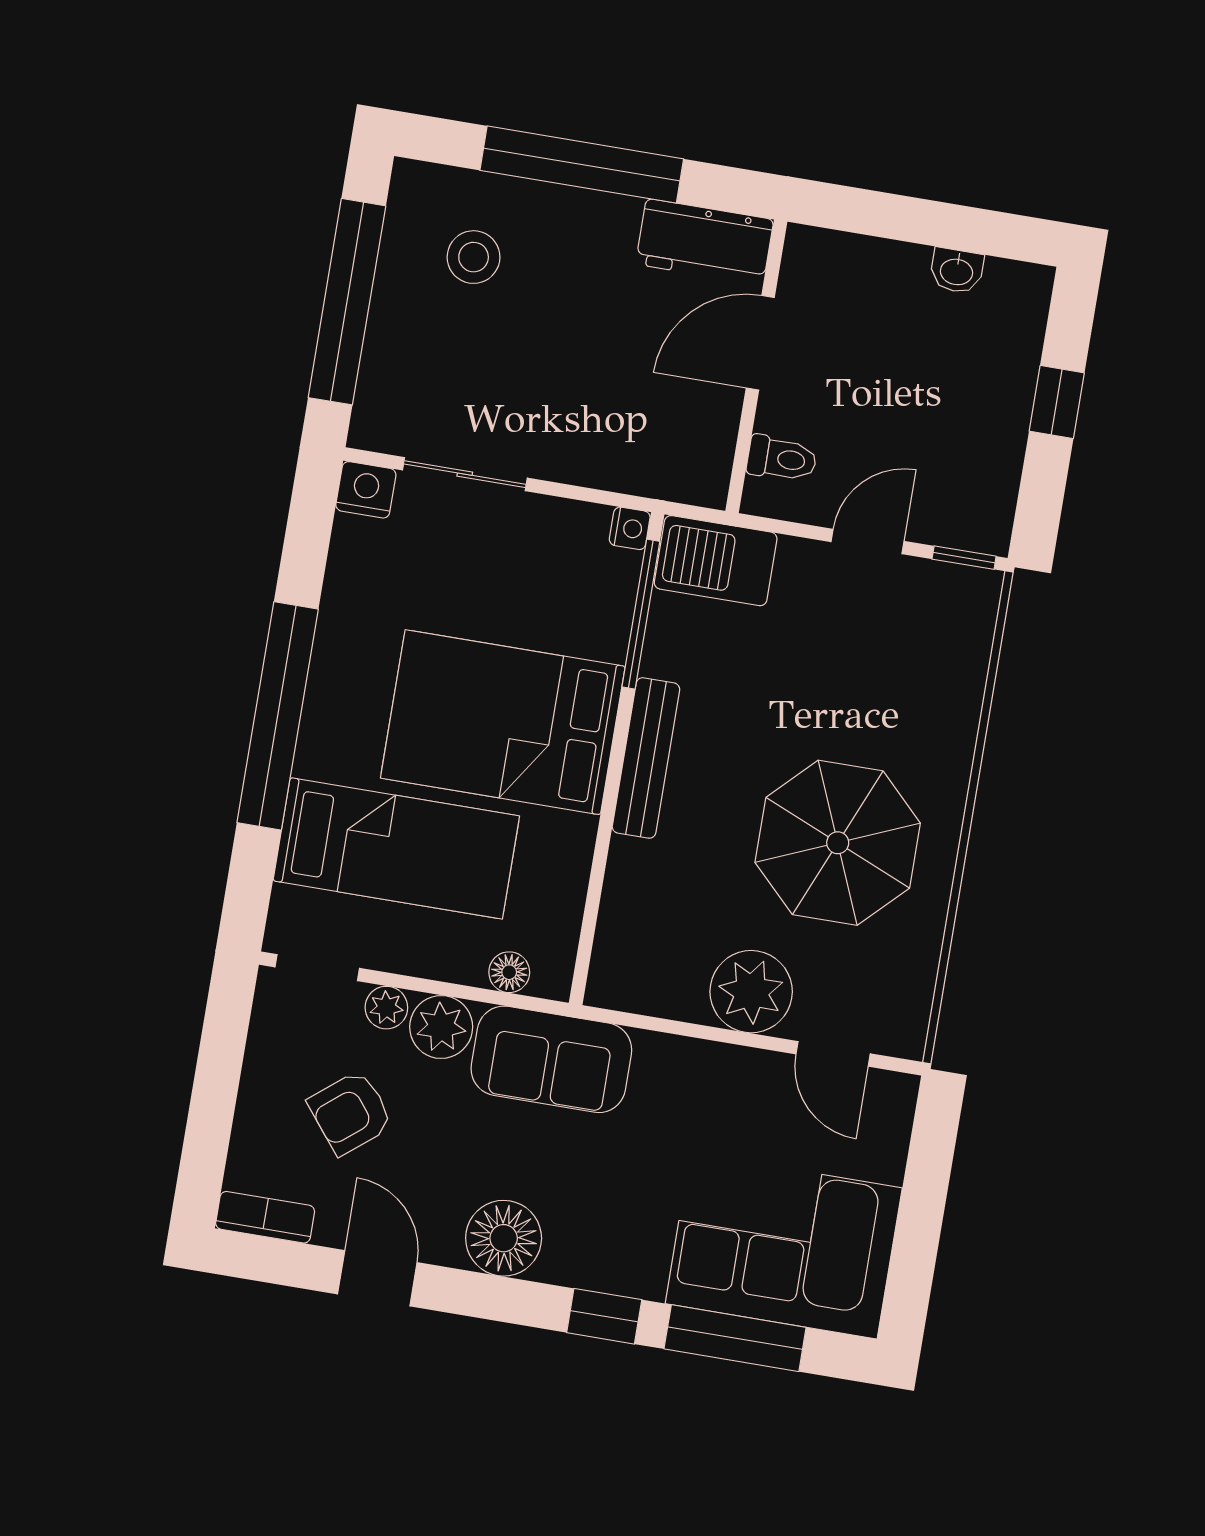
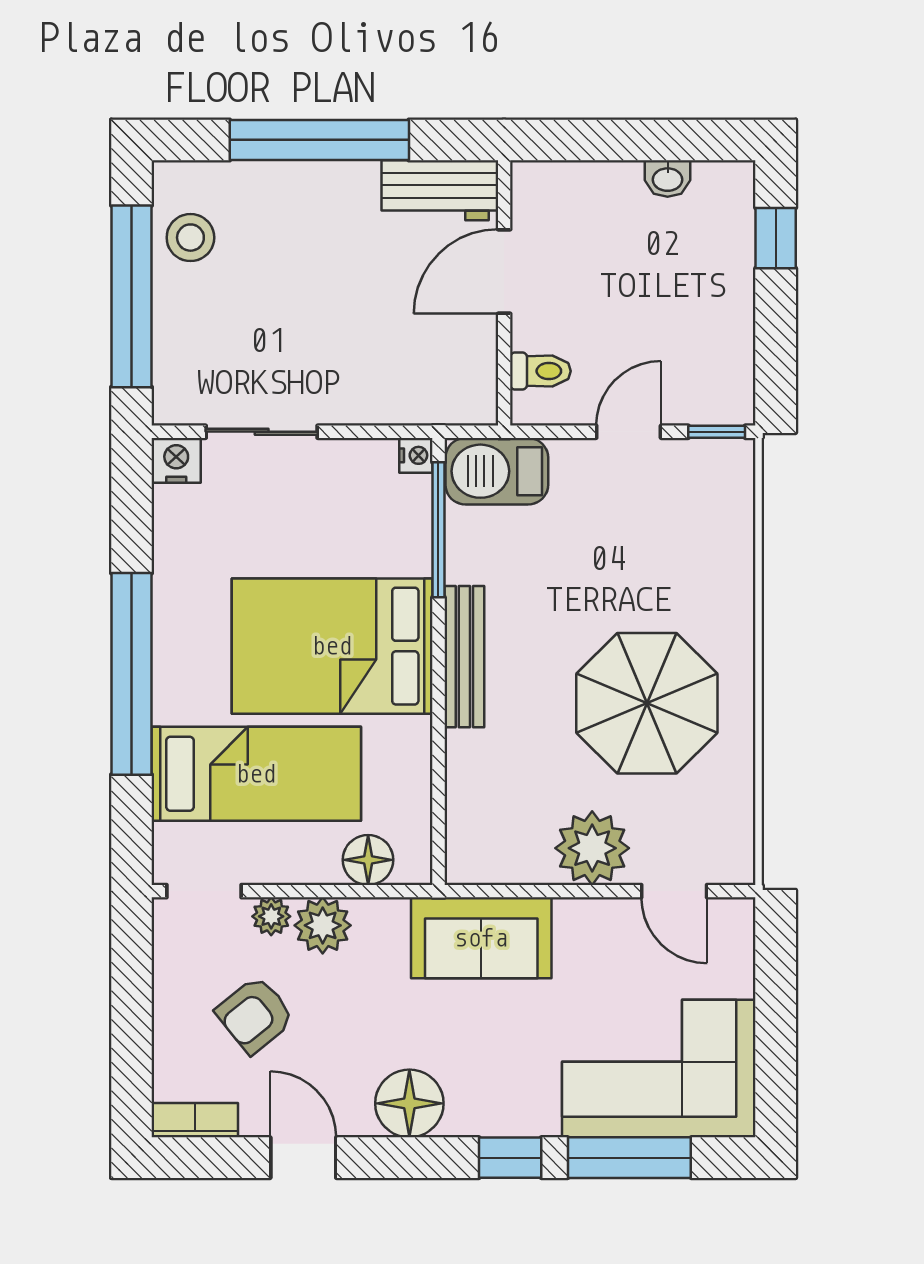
stool: (474, 257) -> (190, 238), moved
window: (1057, 402) -> (776, 238), moved
floor lamp: (509, 972) -> (368, 860), width x1.37, depth x1.37
sofa: (551, 1059) -> (481, 938), moved

